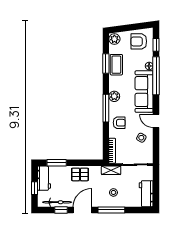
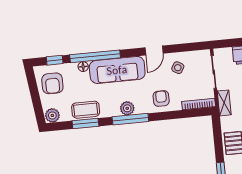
window: (106, 108) -> (130, 119), moved

